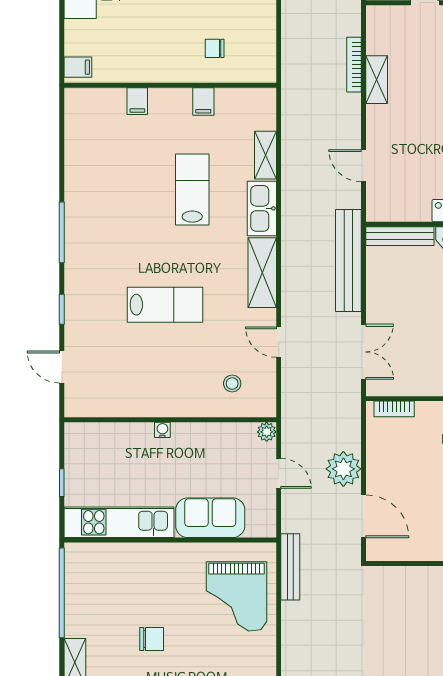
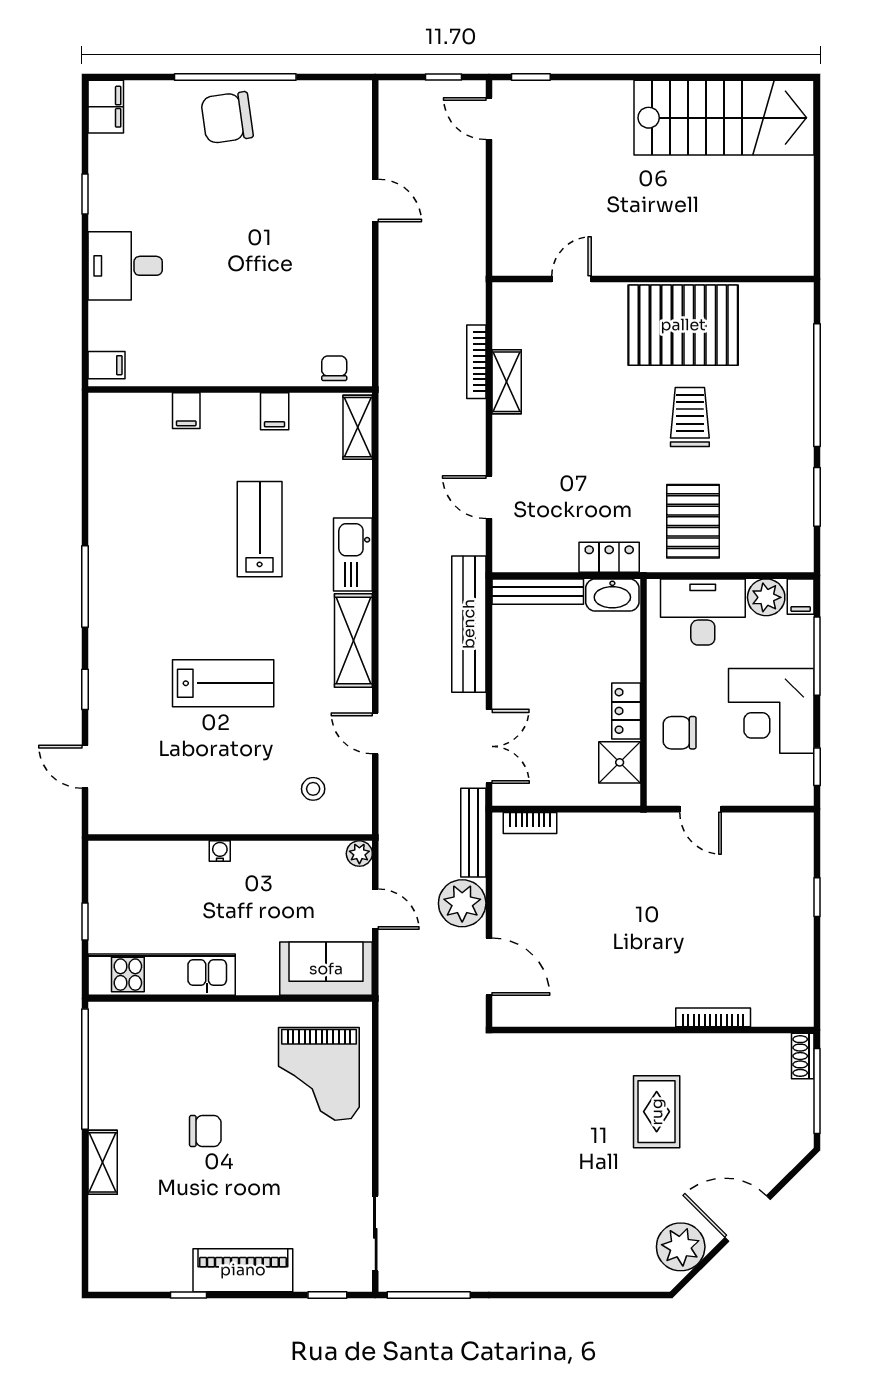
chair: (215, 48) -> (334, 368), moved, turned 90
shelving: (265, 155) -> (358, 427), moved
sofa: (210, 518) -> (326, 969), moved
bench: (290, 567) -> (473, 833), moved

